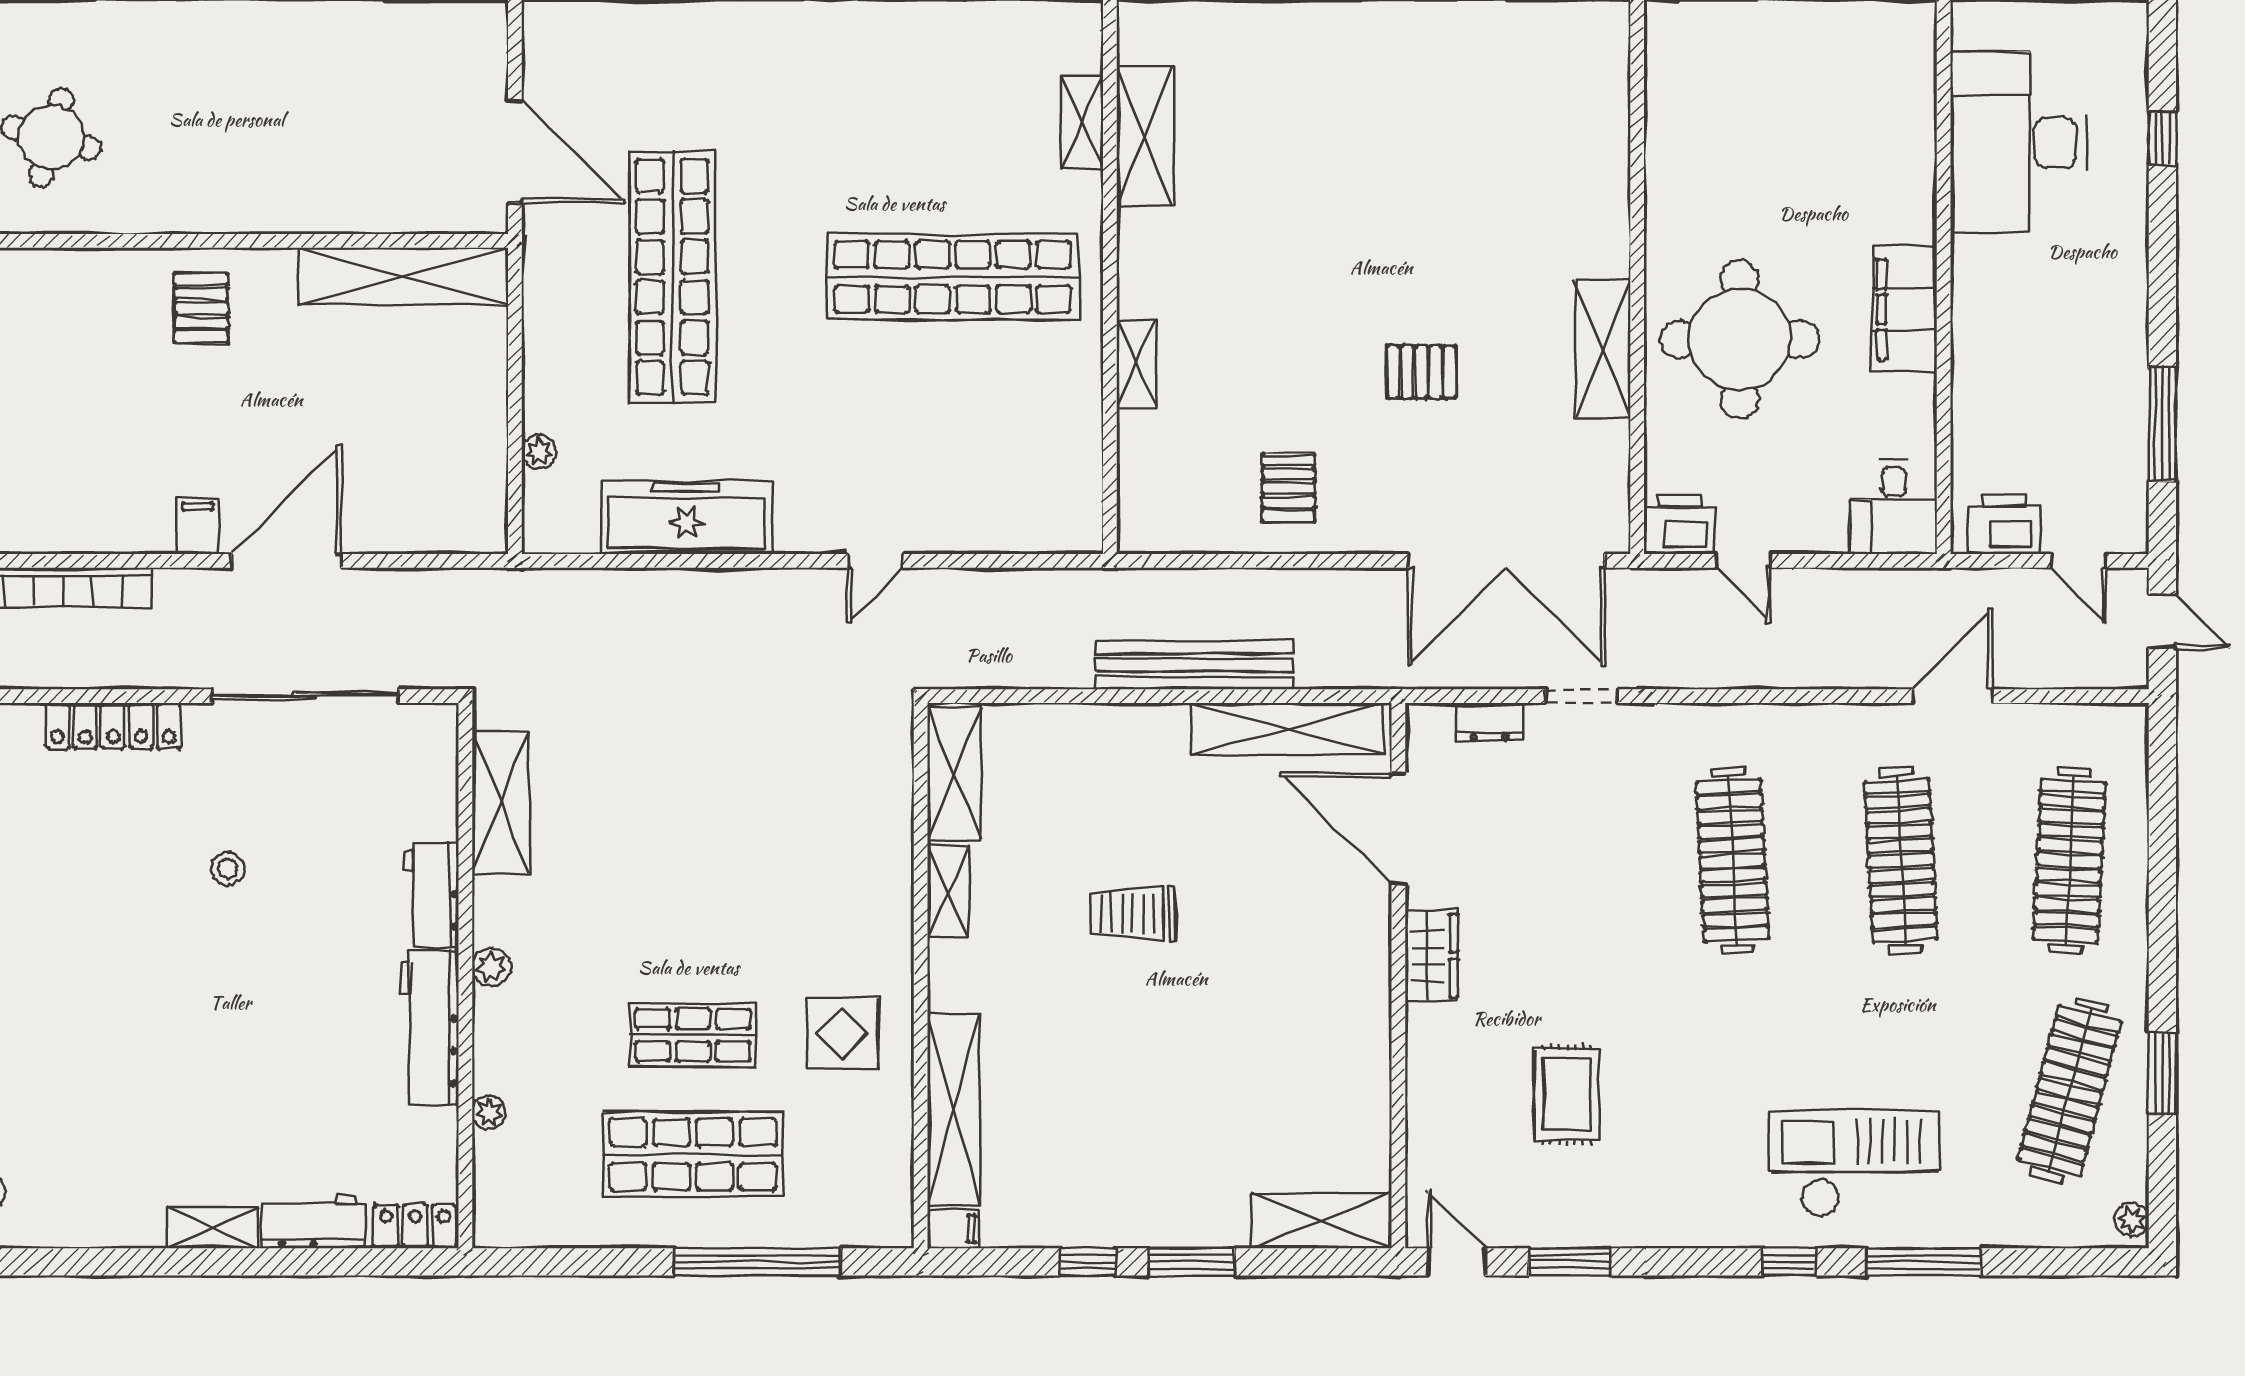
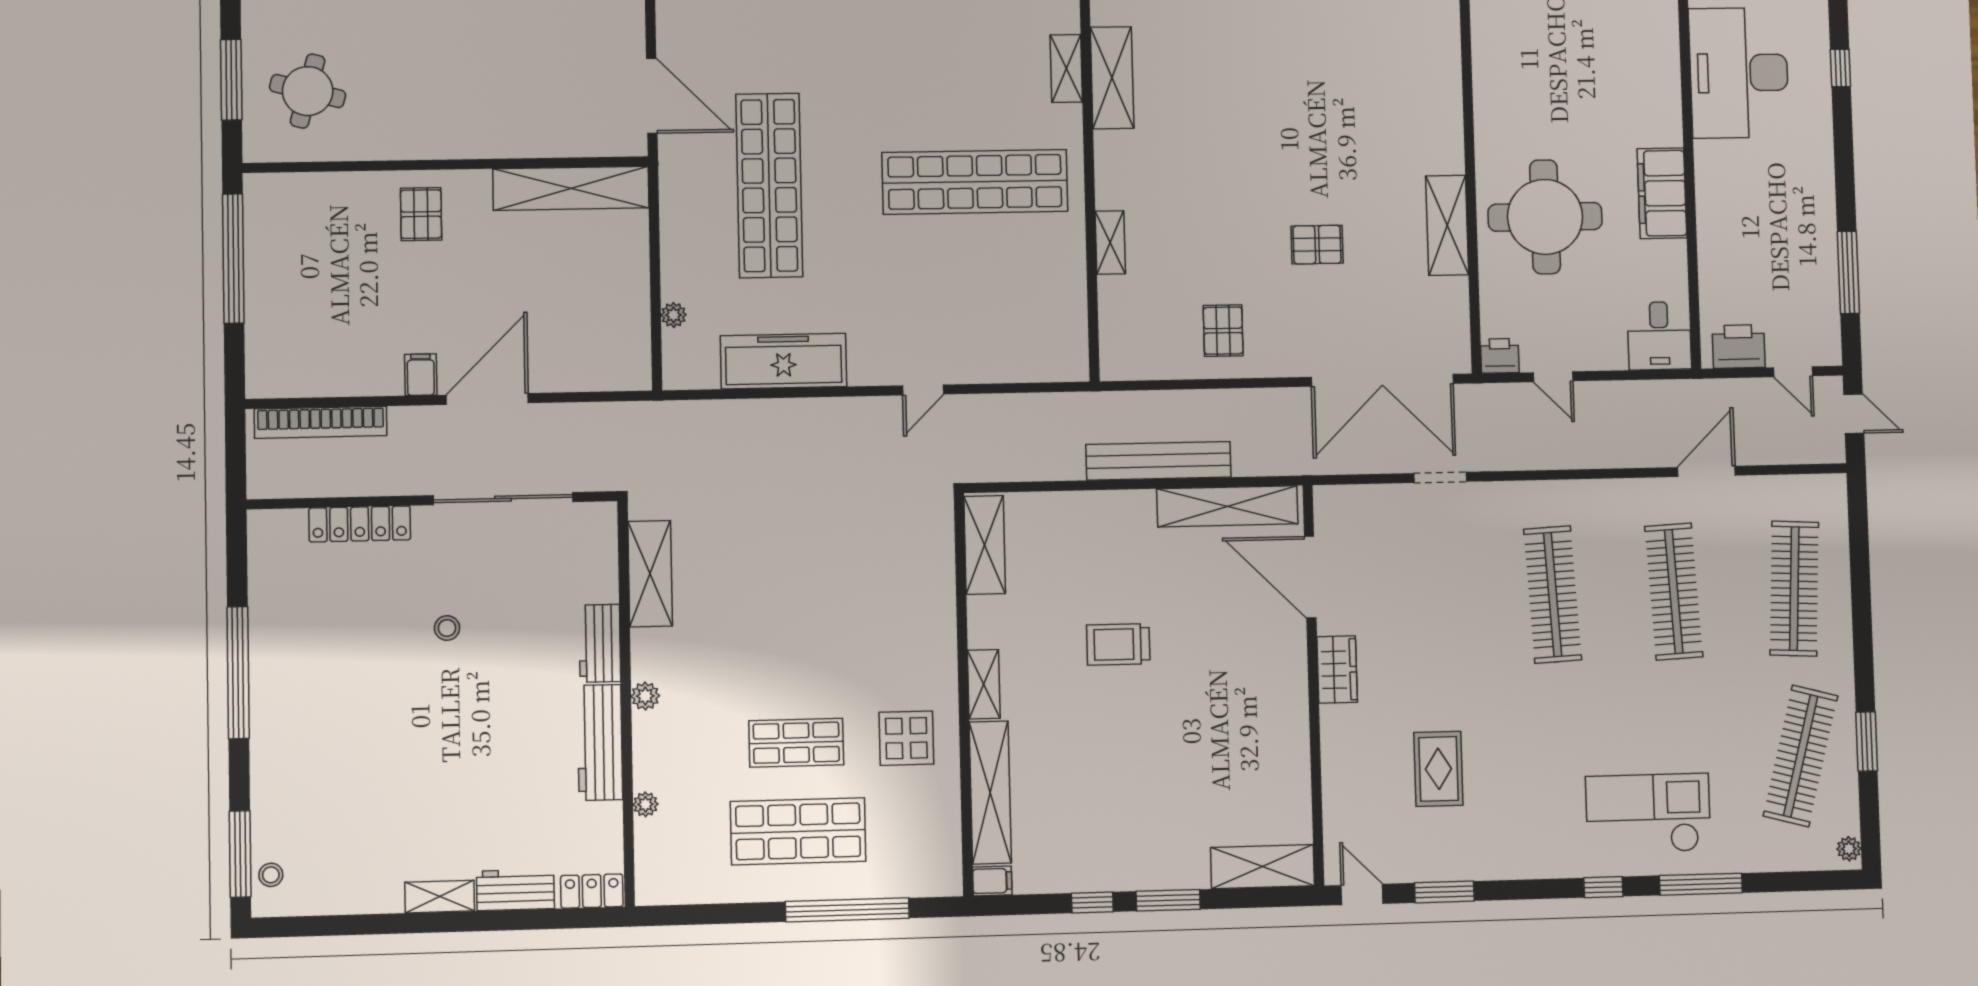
printer: (1680, 525) -> (1500, 356), width x0.73, depth x0.81
dresser: (1489, 722) -> (1374, 498), removed
shelving: (948, 891) -> (984, 684), moved

